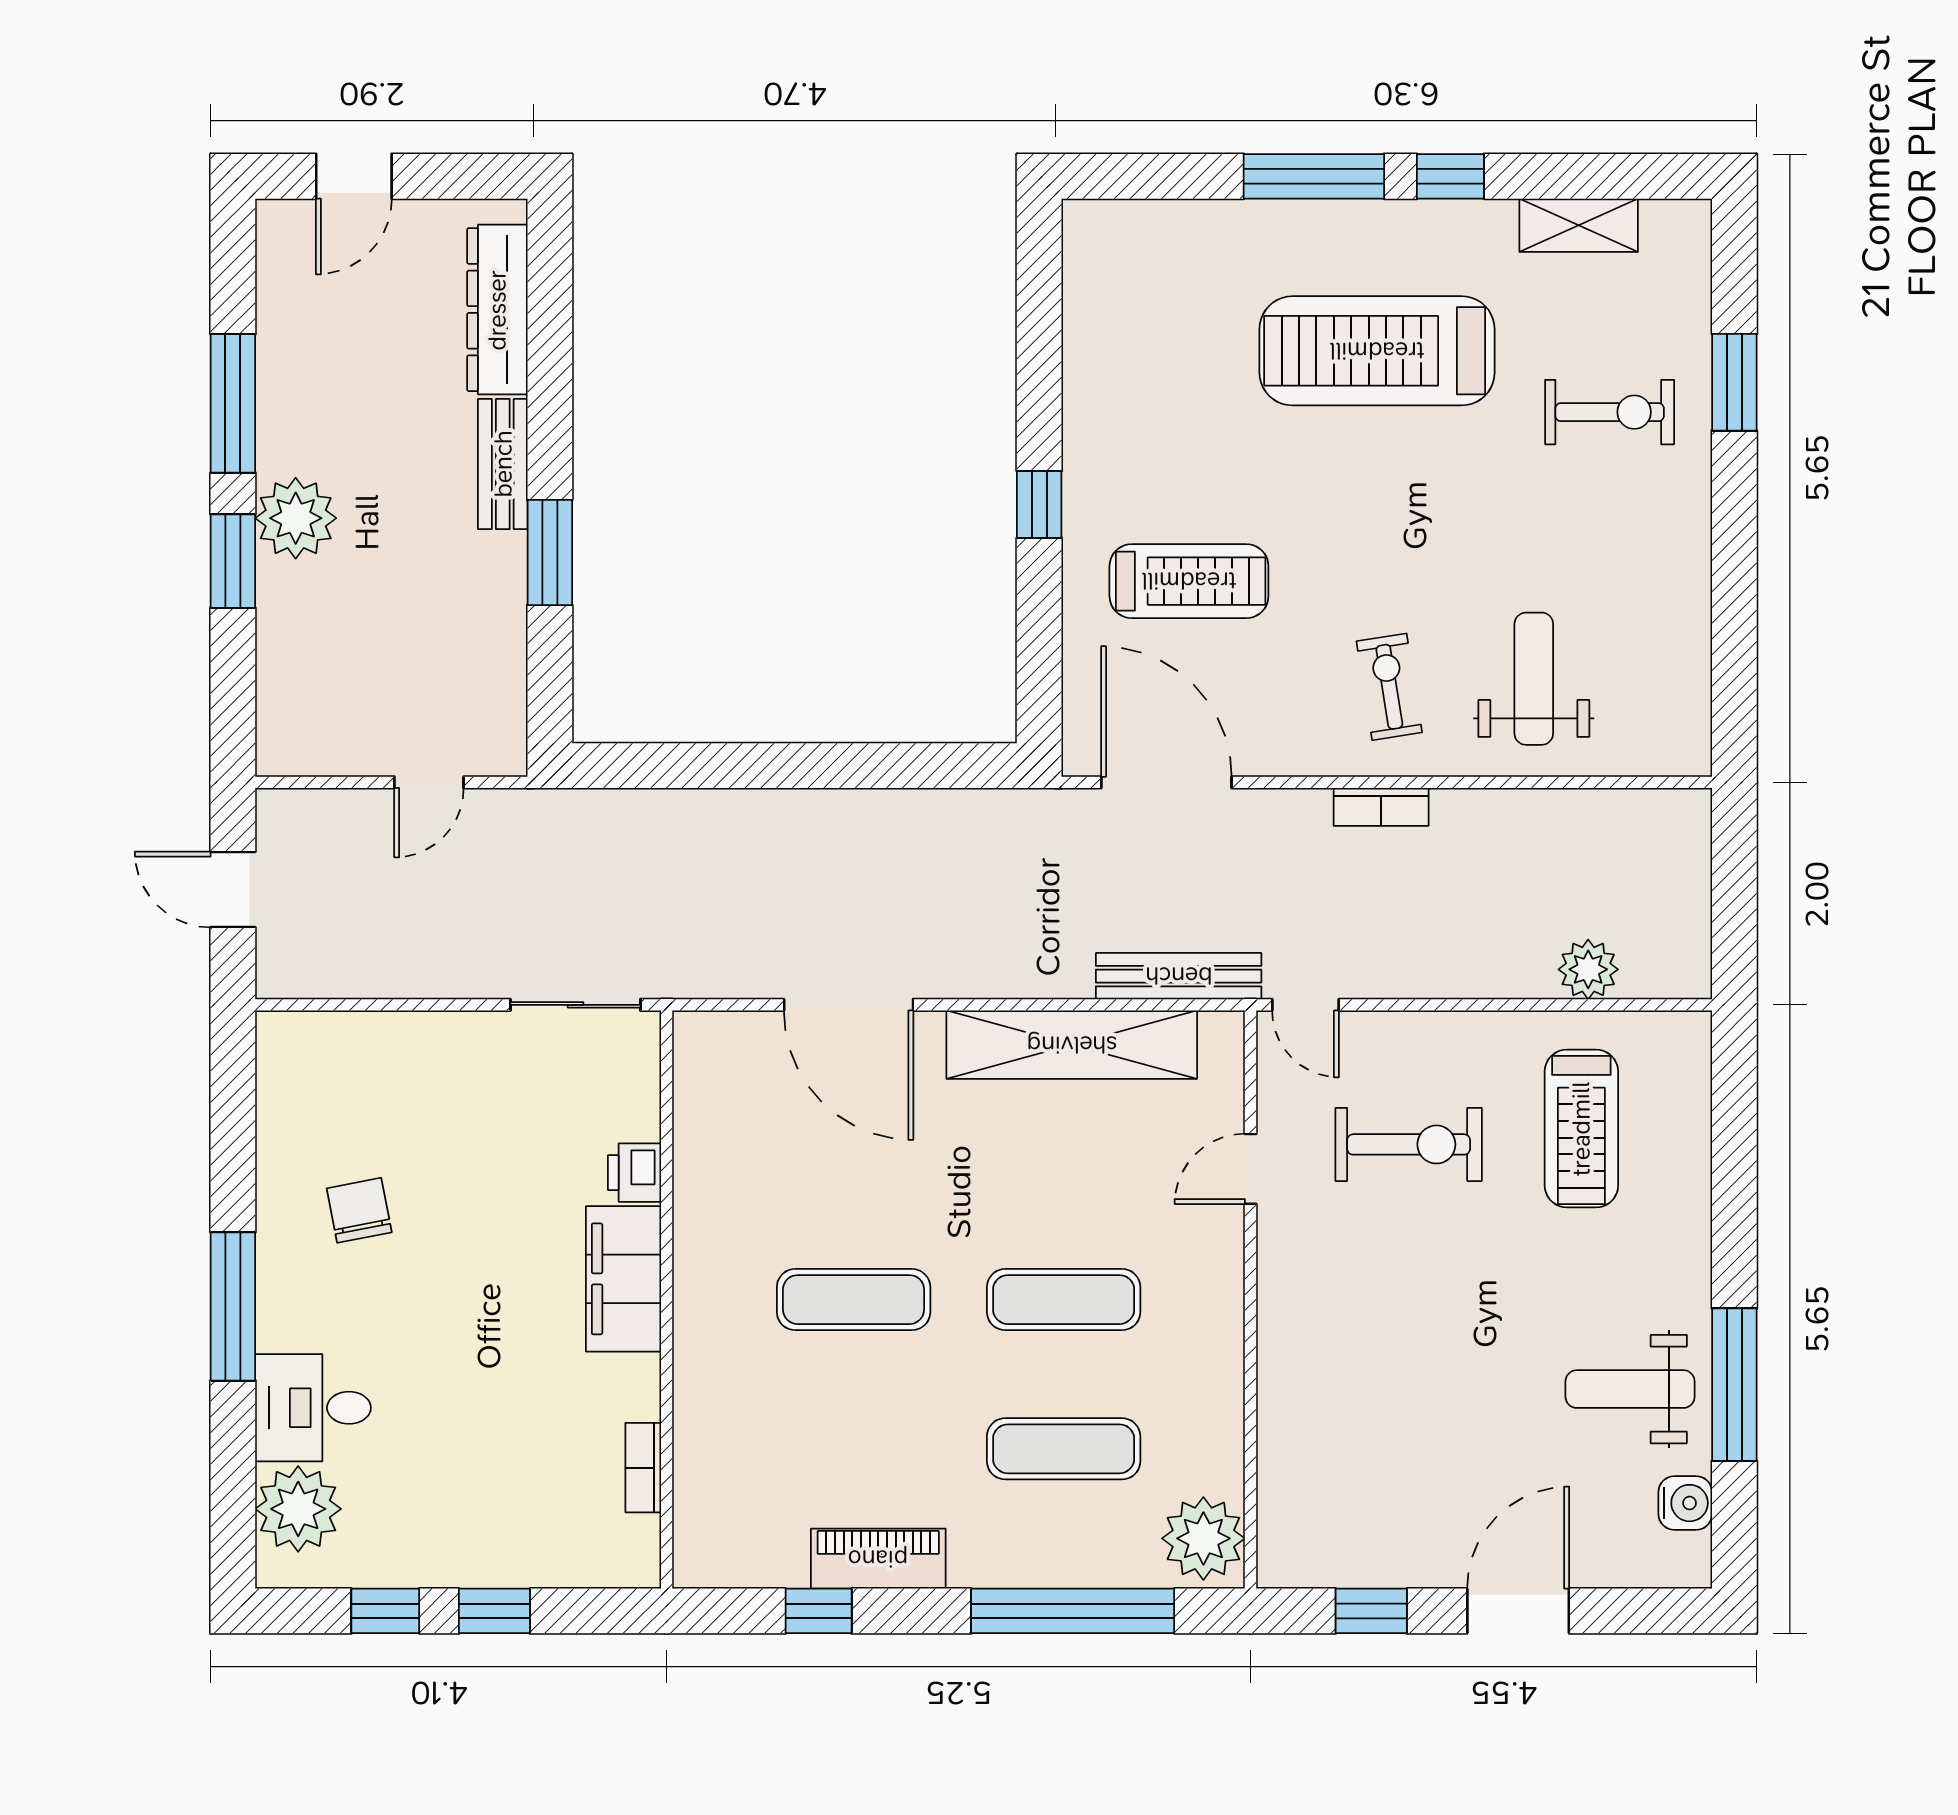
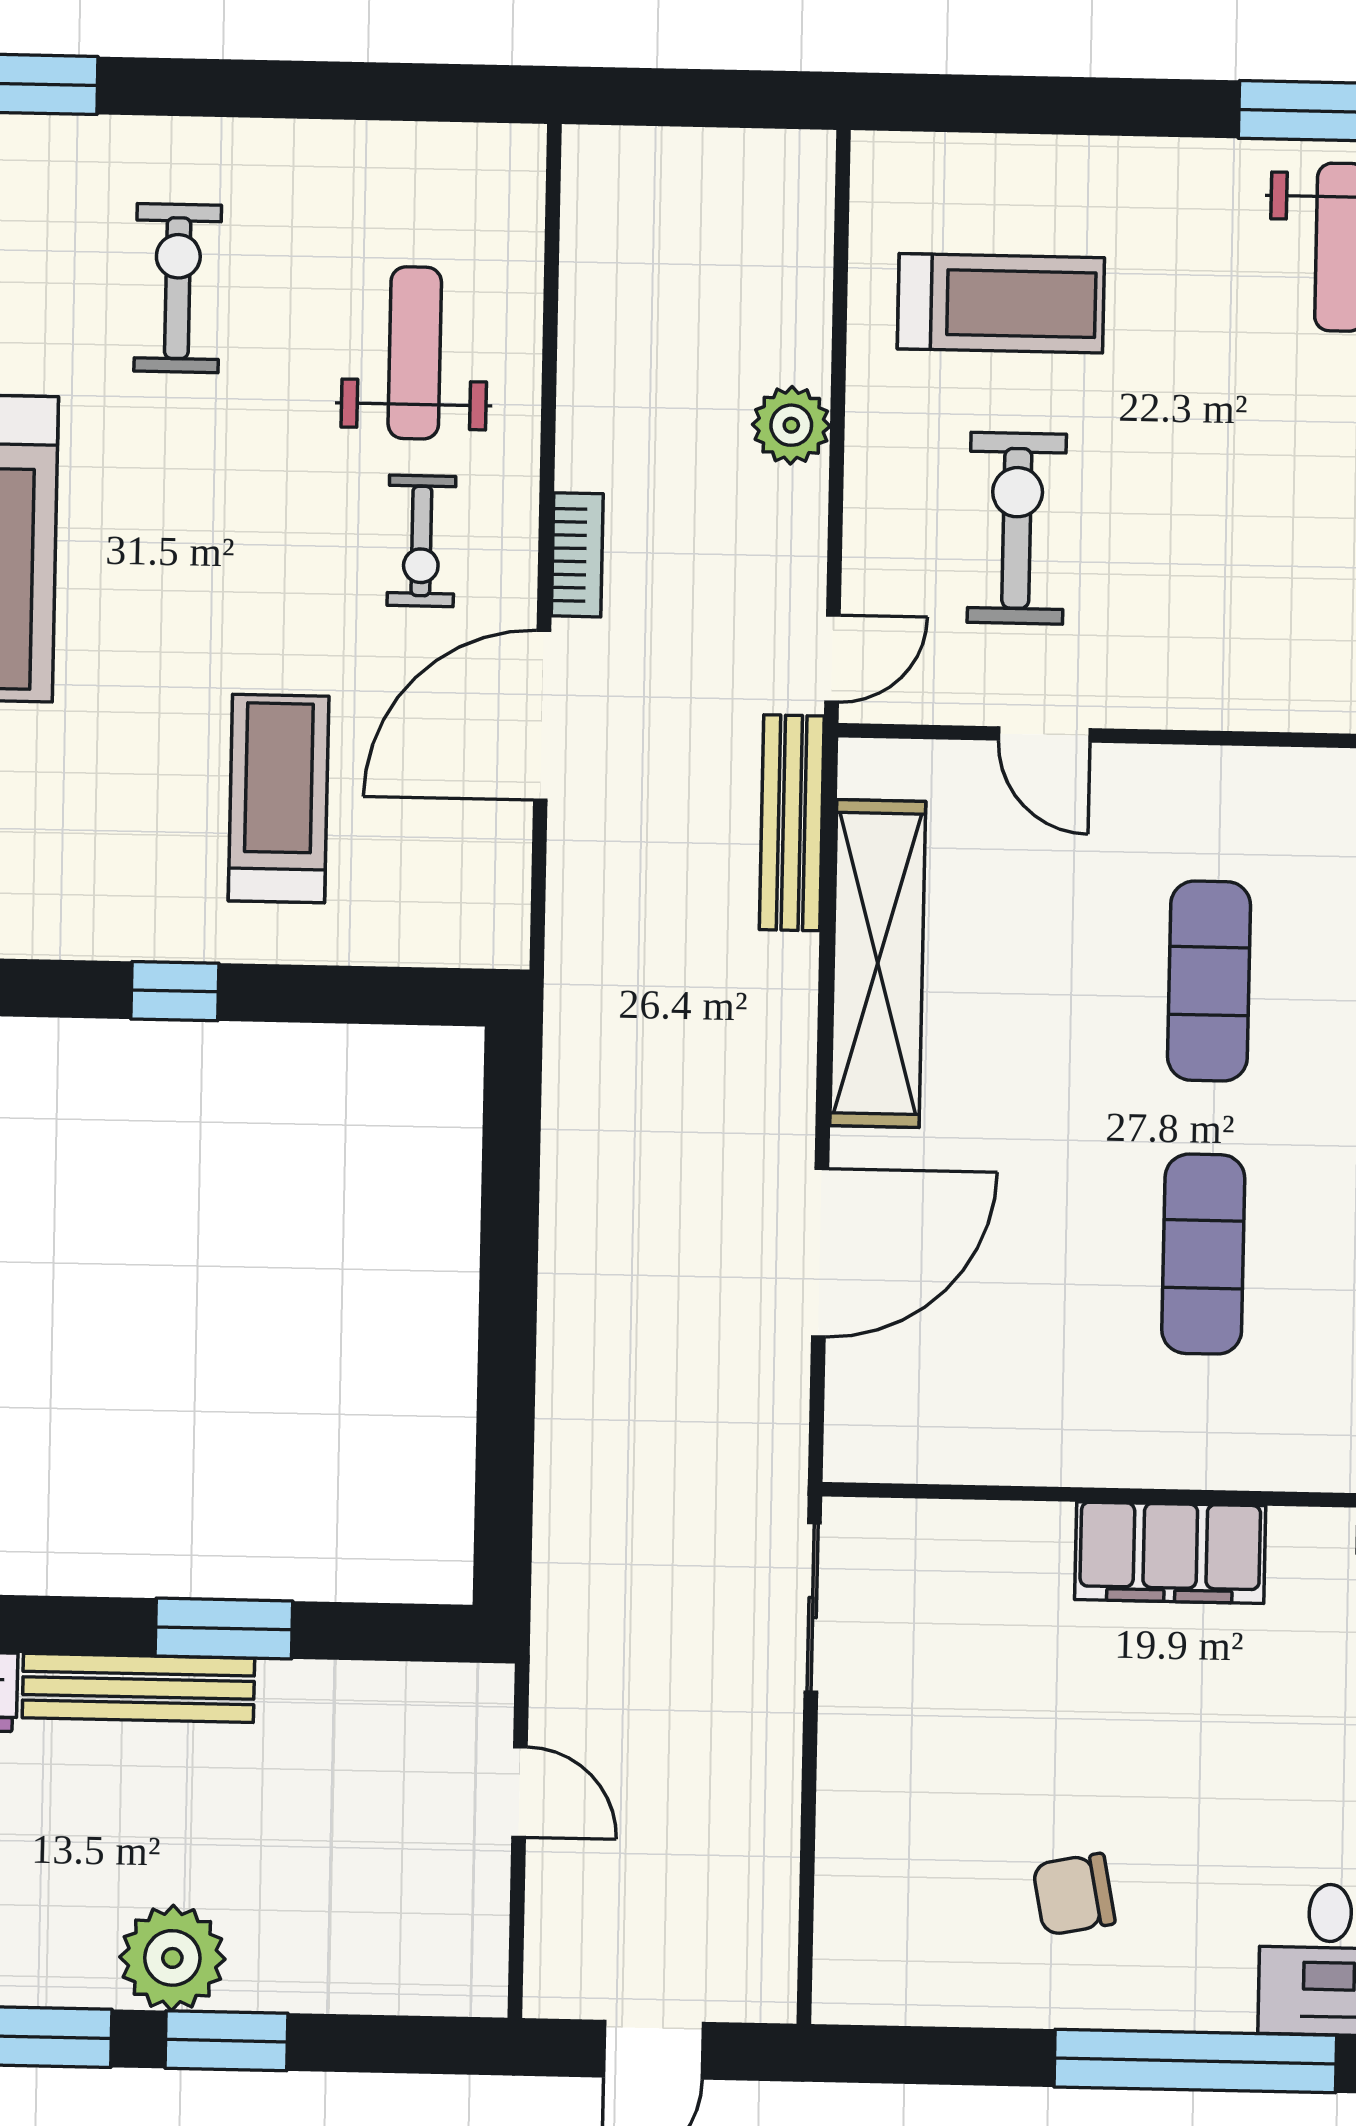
exercise bike: (1610, 412) -> (178, 288), moved
bench: (503, 464) -> (138, 1688), width x1.36
weight bench: (1534, 679) -> (415, 353), turned 90
exercise bike: (1389, 687) -> (421, 541), turned -81
door: (1166, 782) -> (542, 715), moved
plant: (1588, 969) -> (791, 425), moved
printer: (635, 1173) -> (1032, 1535), removed
window: (233, 1306) -> (1195, 2061), width x1.46

